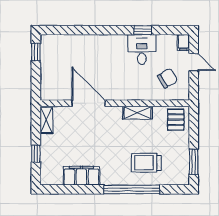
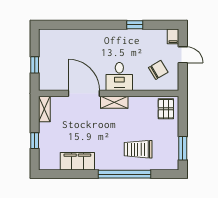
desk: (142, 49) -> (119, 77), moved, turned 180
window: (36, 52) -> (35, 65), moved
shelving: (138, 113) -> (114, 102), moved

